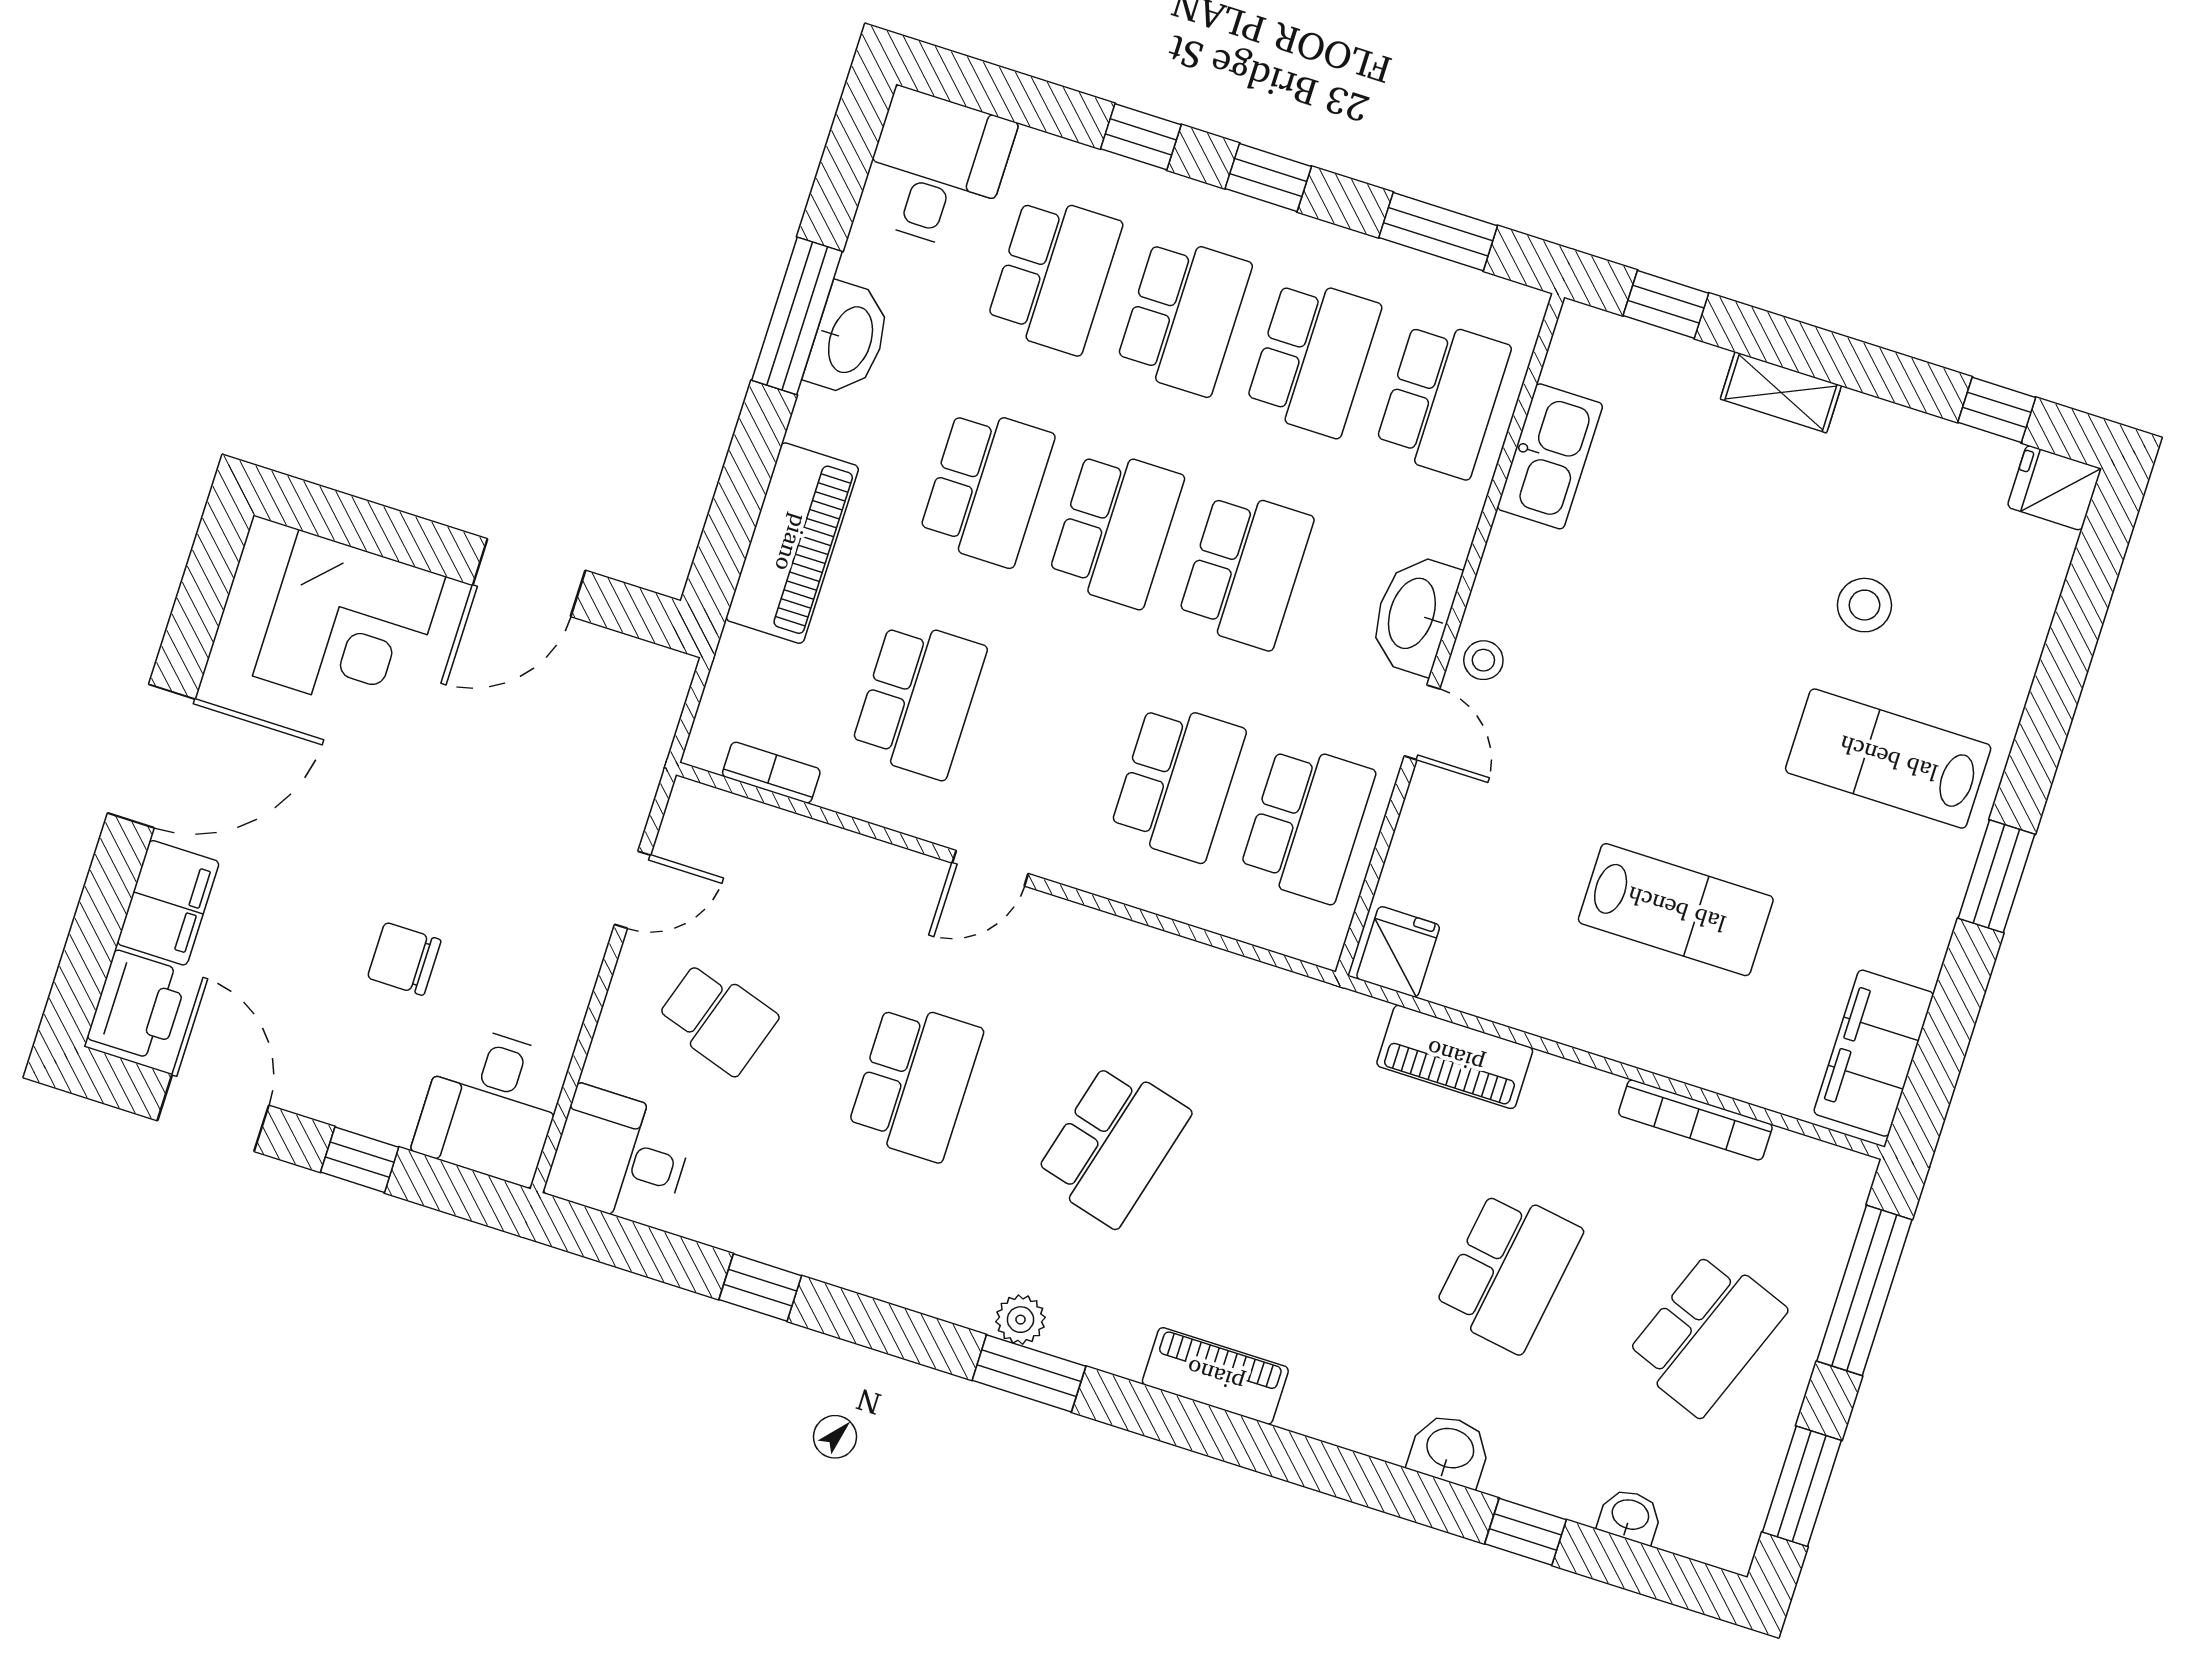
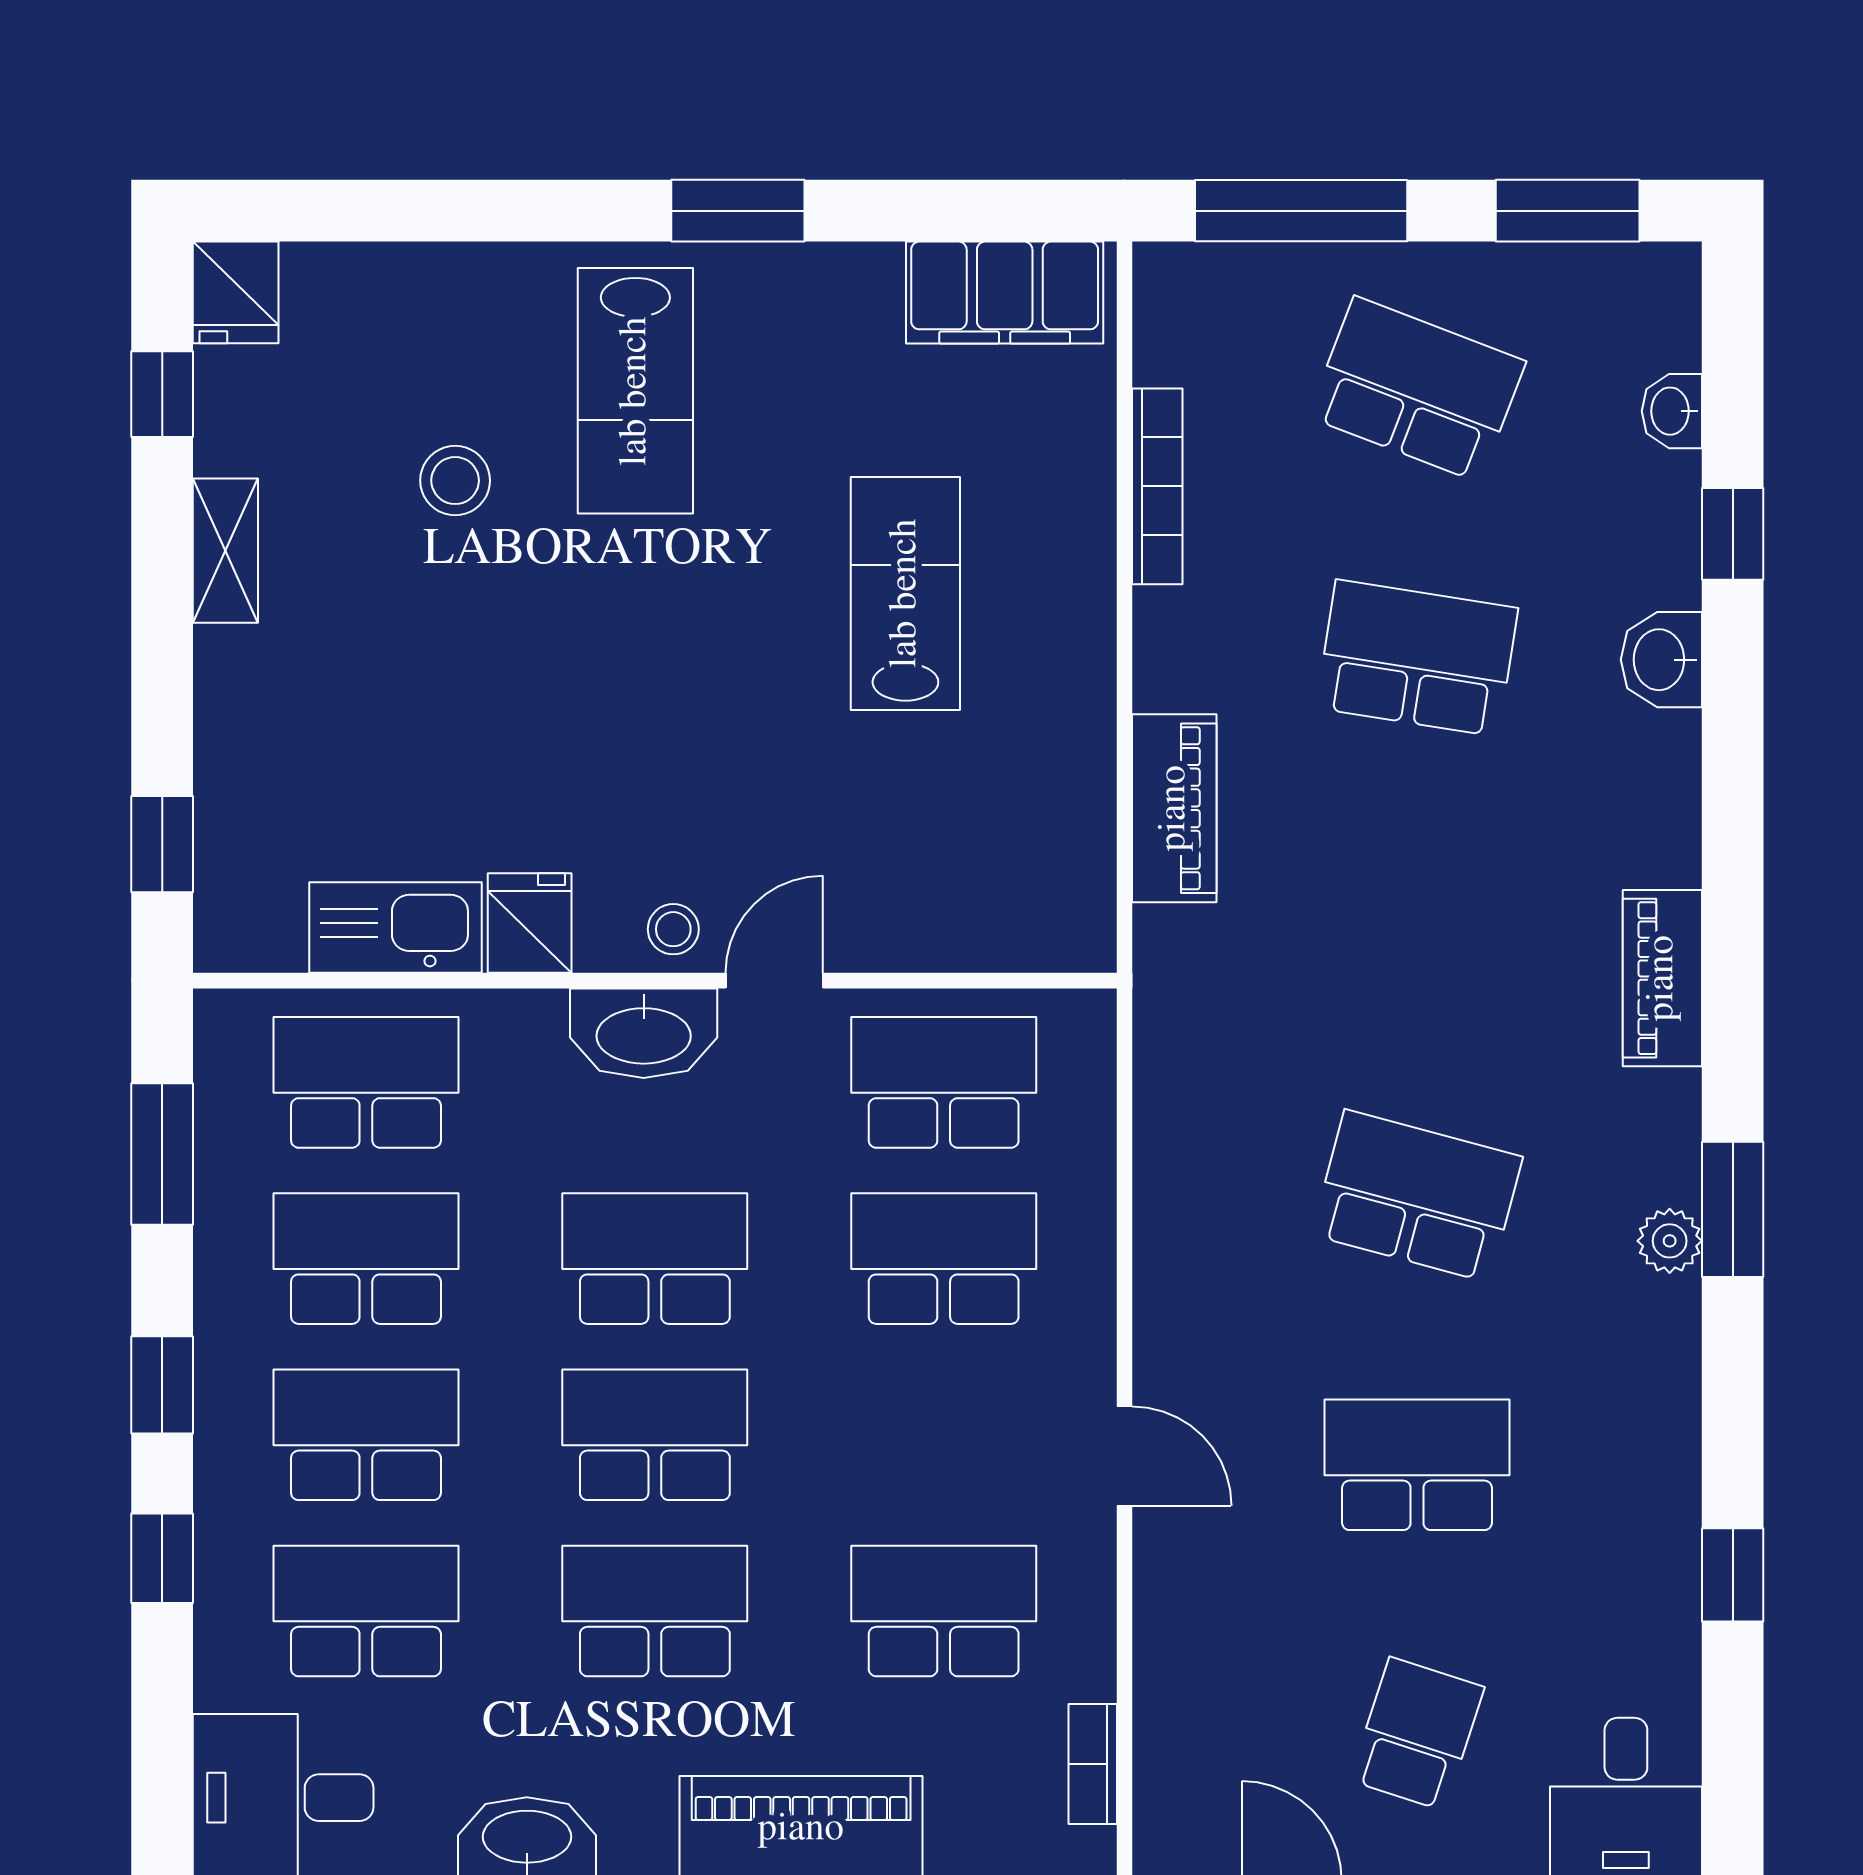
shelving: (1781, 392) -> (225, 551), moved
fridge: (1398, 952) -> (530, 923), moved, turned 90

